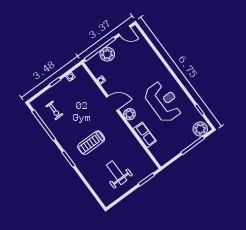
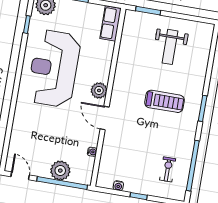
reception desk: (163, 102) -> (54, 69), width x1.36, depth x1.30
row of seats: (145, 135) -> (110, 24), moved

